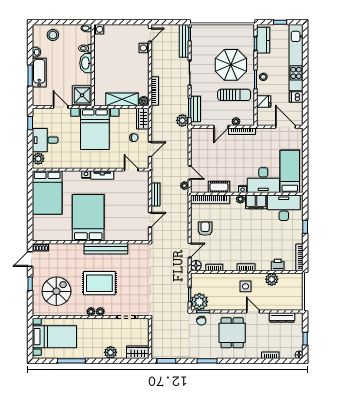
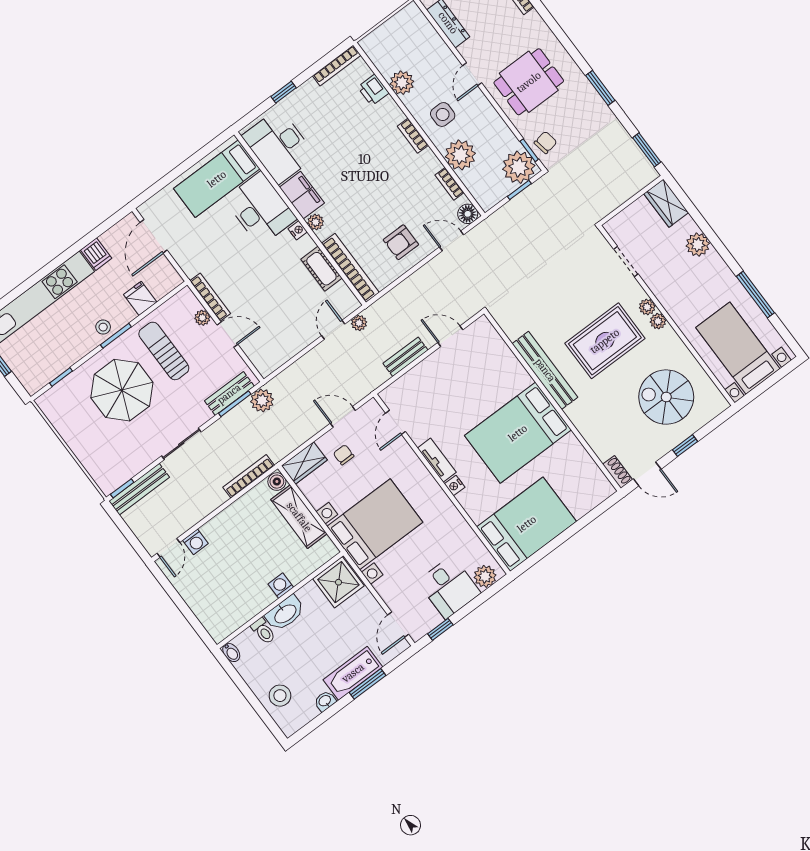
washing machine: (99, 29) -> (281, 586), moved
door: (150, 35) -> (168, 548), swing flipped
kitchen counter: (263, 40) -> (47, 369), removed
door: (61, 107) -> (398, 625), moved
plant: (223, 281) -> (460, 155), added
rug: (99, 283) -> (605, 341), turned 90

